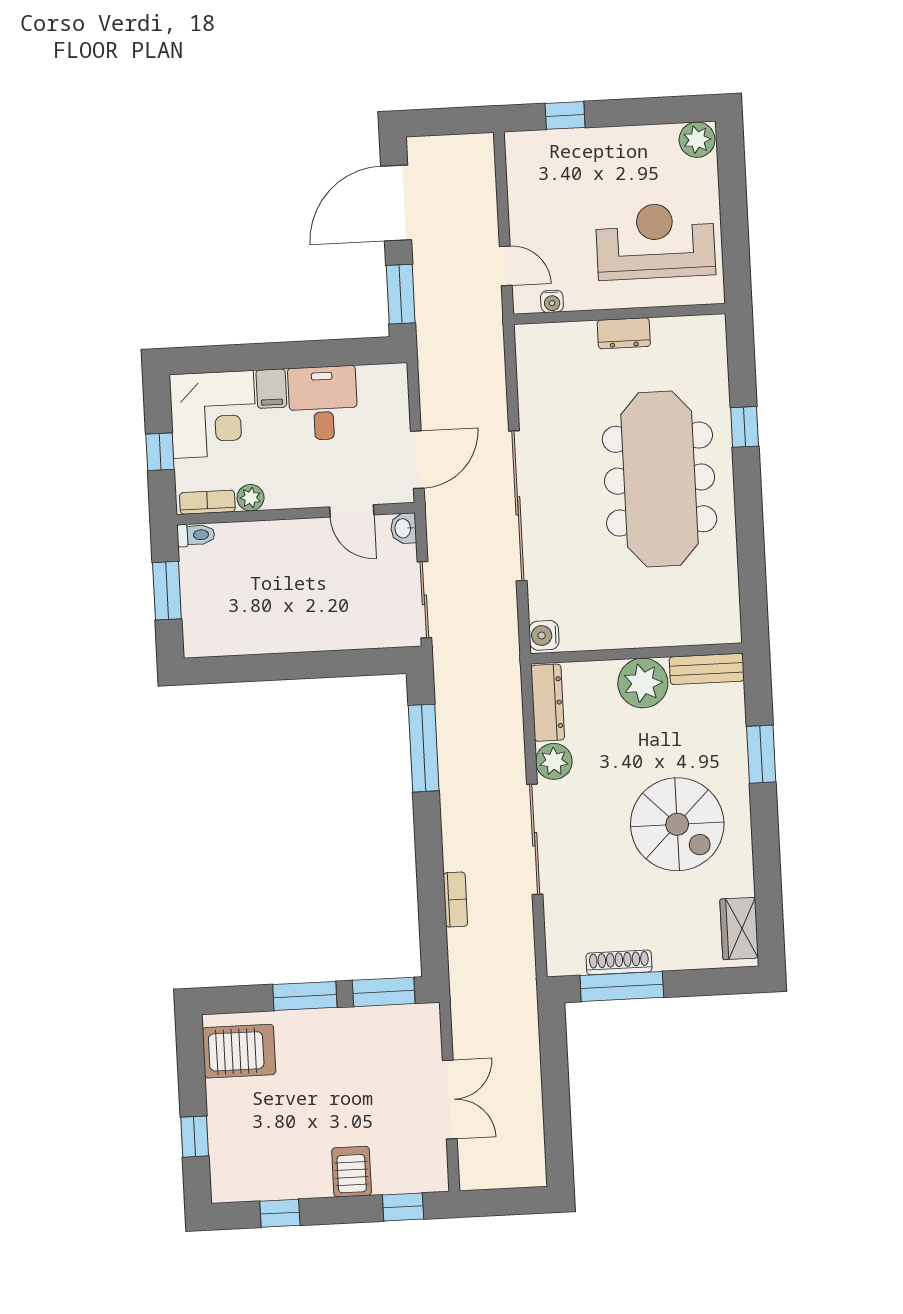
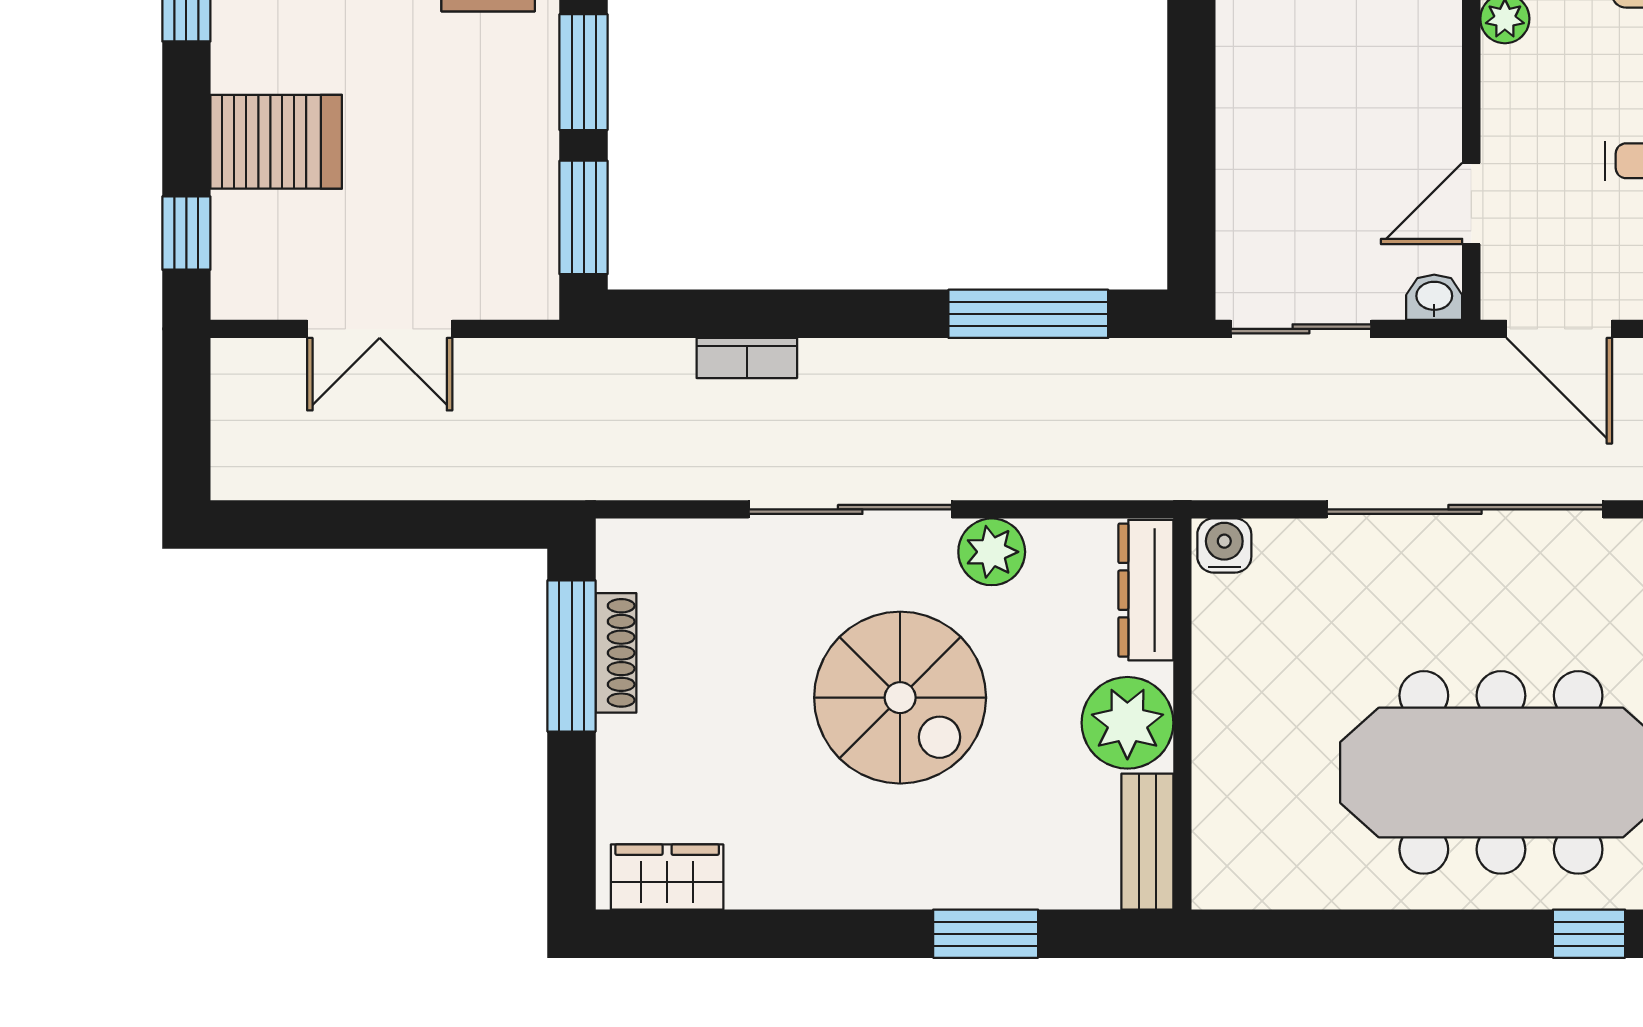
dresser: (548, 703) -> (1146, 590), moved, turned 90
spiral stairs: (677, 824) -> (900, 698), moved, turned -90
server rack: (352, 1172) -> (276, 142), width x1.36, depth x1.44

